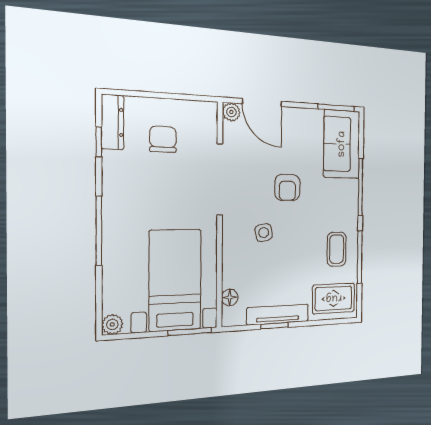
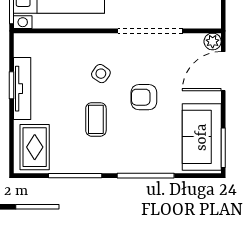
sofa: (342, 144) -> (202, 137), moved, turned -90
side table: (264, 233) -> (101, 74), turned 45
coffee table: (337, 249) -> (96, 119), moved, turned 90
floor lamp: (230, 298) -> (41, 41), removed

